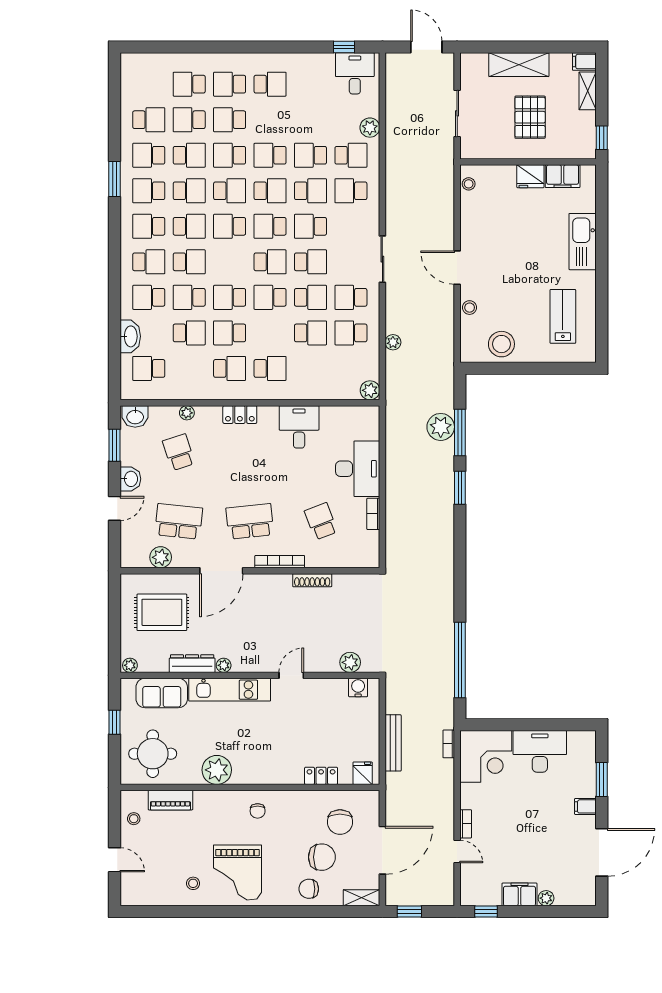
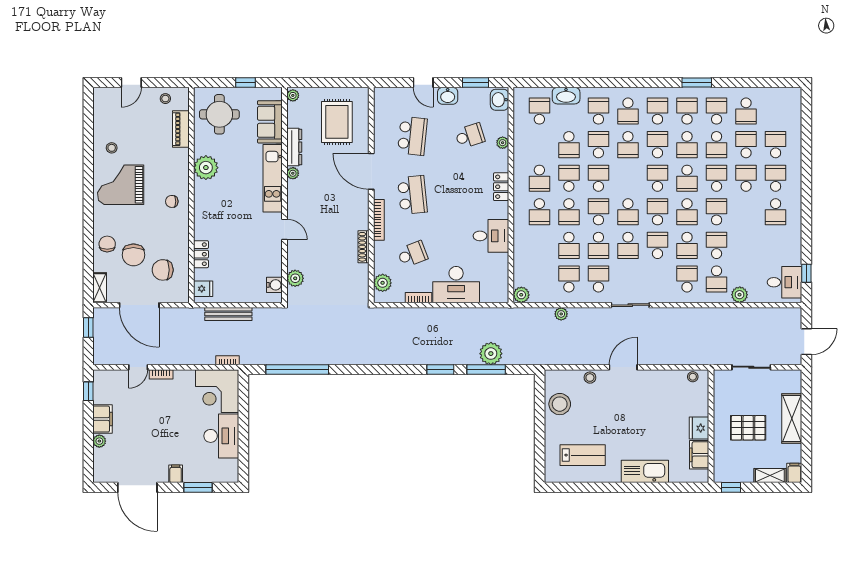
school desk: (189, 226) -> (657, 145), turned 180
school desk: (270, 333) -> (569, 212), added
plant: (161, 557) -> (383, 283), moved

